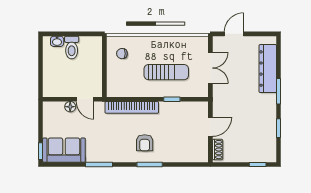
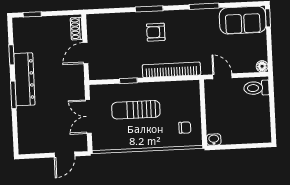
washbasin: (57, 41) -> (214, 140), moved
toilet: (72, 48) -> (256, 88), moved, turned -90
dresser: (268, 69) -> (24, 79), moved
floor lamp: (70, 107) -> (262, 66), moved
armchair: (145, 143) -> (156, 32), turned -90

